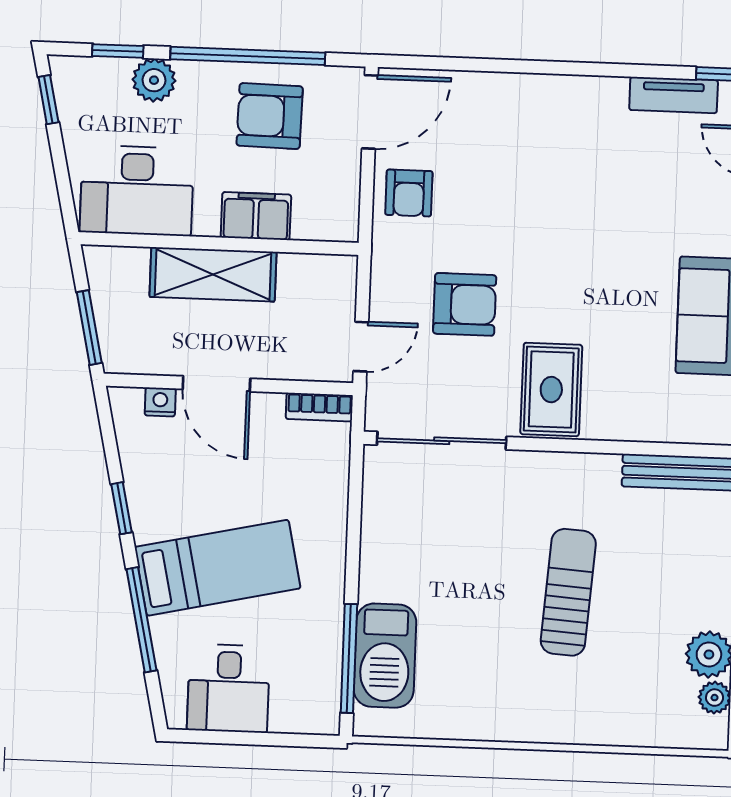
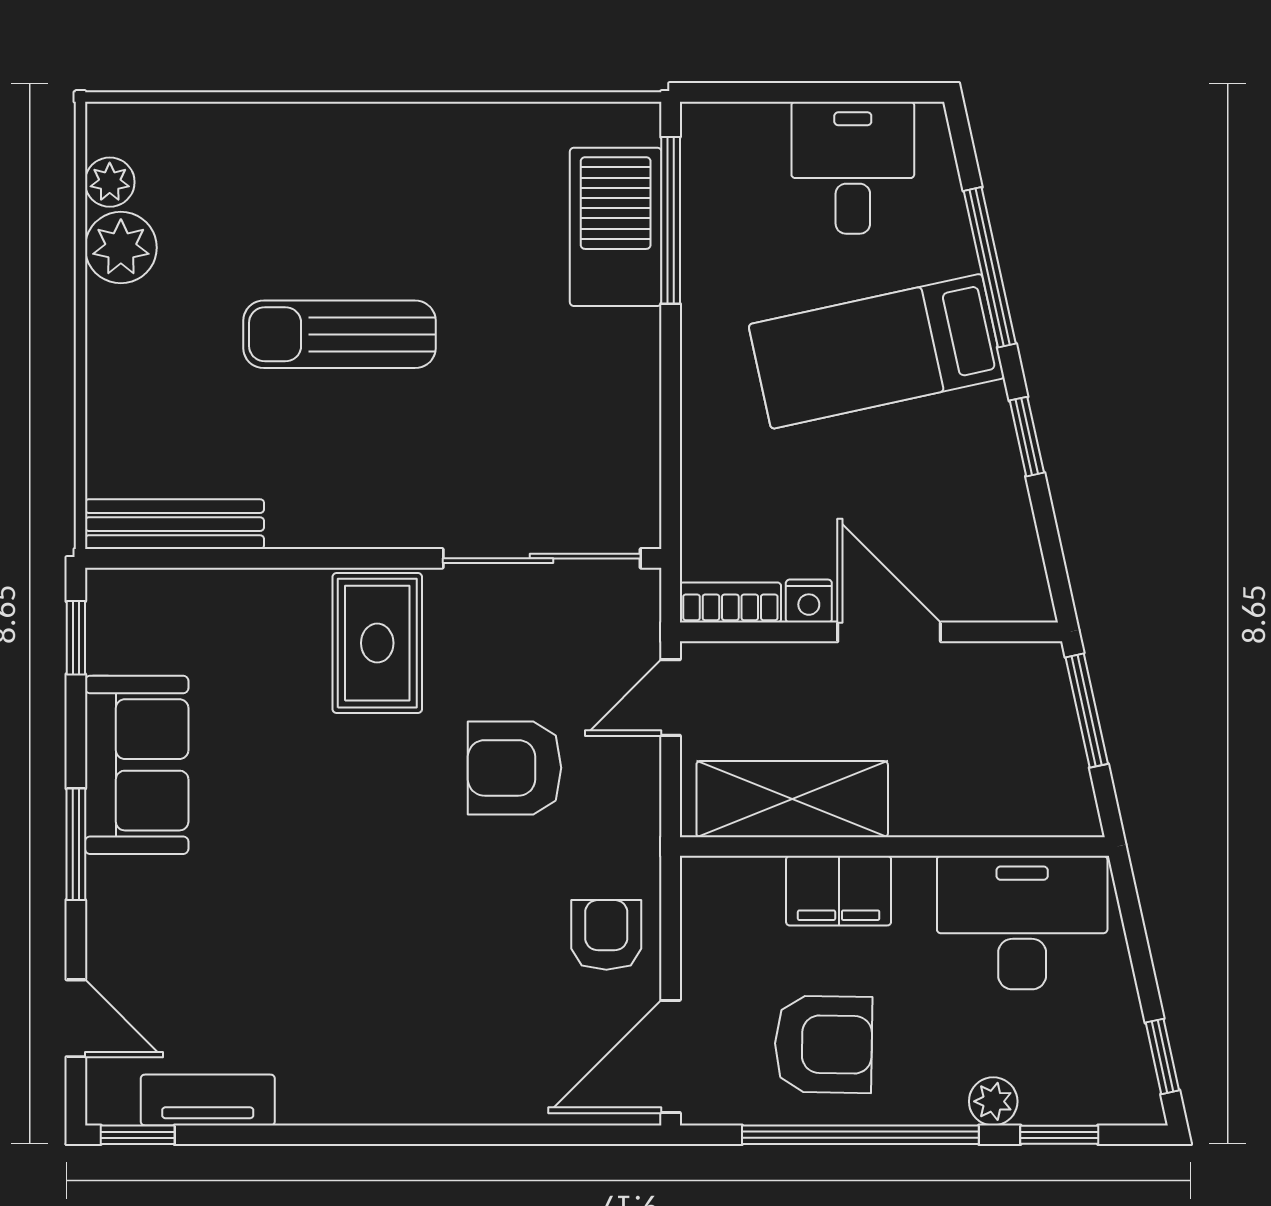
plant: (154, 80) -> (993, 1101), width x0.73, depth x0.73
shelving: (213, 274) -> (792, 799), moved
nightstand: (160, 402) -> (809, 601), moved
sun lounger: (568, 592) -> (339, 334), turned 86

